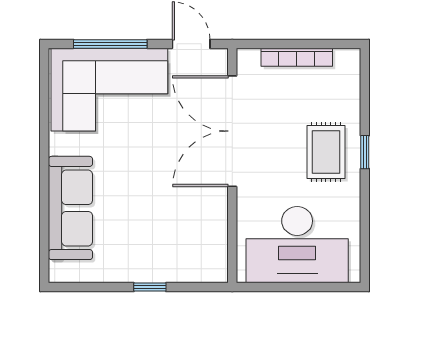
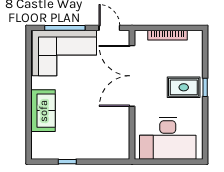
rug: (326, 152) -> (184, 87), turned 90
sofa: (70, 208) -> (43, 111), width x0.73
window: (150, 287) -> (67, 162), moved

